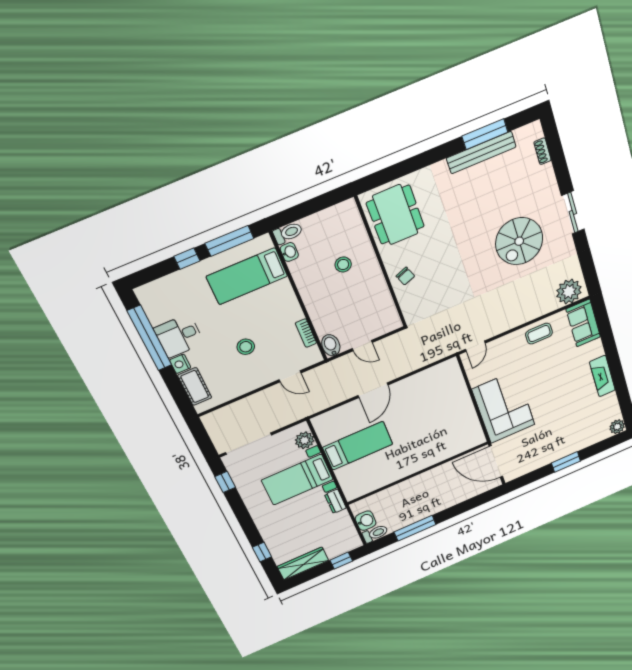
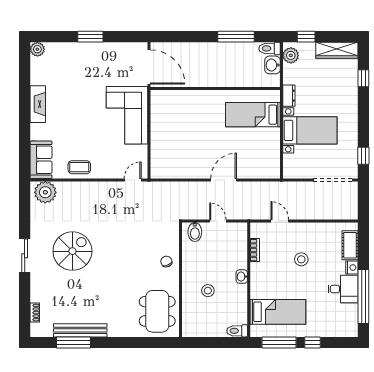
washbasin: (289, 252) -> (242, 277), moved
bidet: (331, 345) -> (195, 232), moved
plant: (305, 440) -> (291, 55), moved
bed: (358, 446) -> (253, 115), moved

